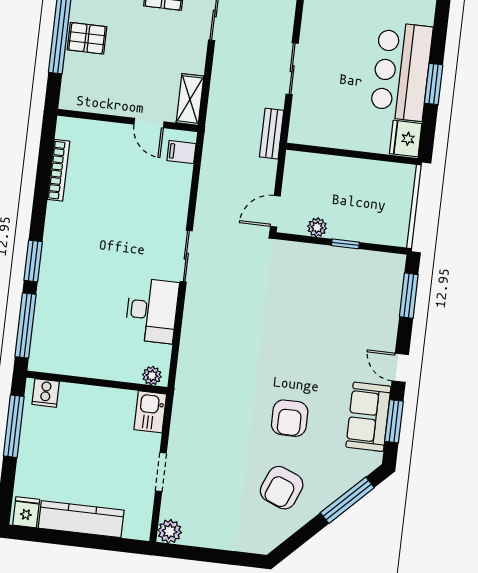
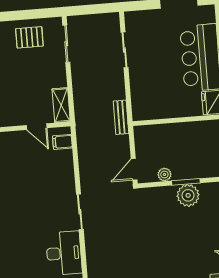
sliding door: (292, 69) -> (124, 50), moved
window: (345, 244) -> (186, 182), width x1.50
plant: (345, 264) -> (188, 195), added

